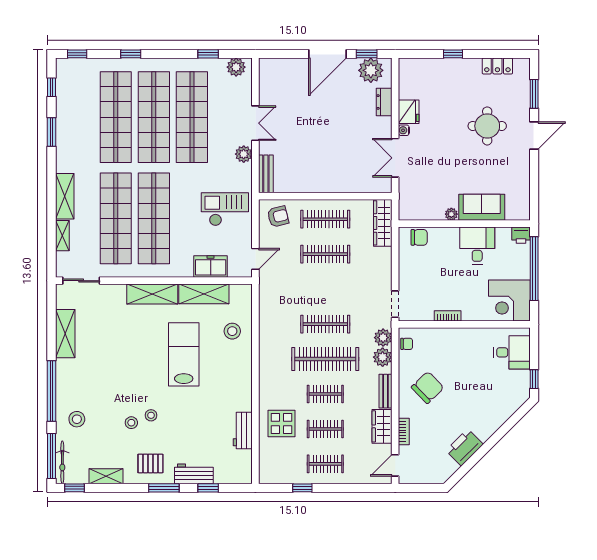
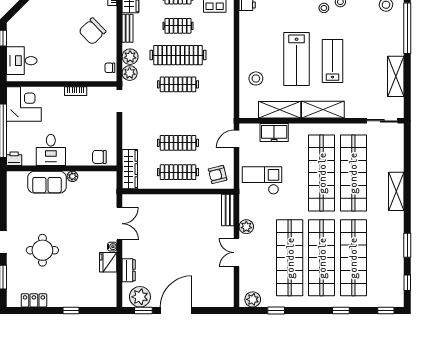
checkout: (225, 209) -> (262, 180), turned 180
shelving: (62, 236) -> (398, 158), removed
lab bench: (141, 352) -> (332, 61), added

